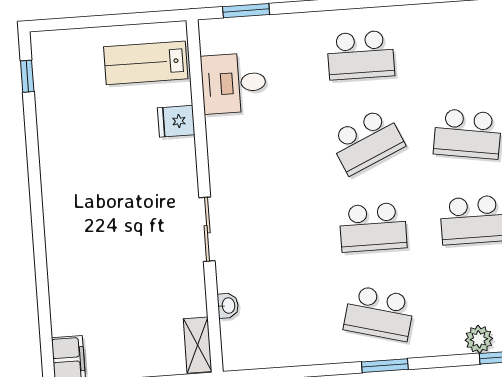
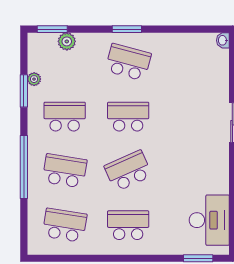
school desk: (461, 48) -> (65, 225), added
desk: (234, 83) -> (209, 220), width x1.37
washbasin: (228, 306) -> (223, 40), moved

